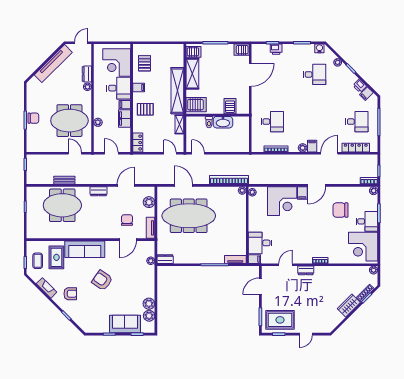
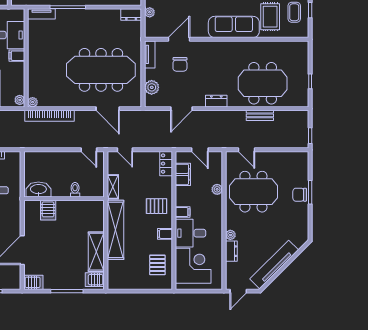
server rack: (196, 105) -> (91, 212), removed
filing cabinet: (125, 119) -> (183, 174), moved
washbasin: (223, 122) -> (38, 190), moved
filing cabinet: (254, 259) -> (17, 56), moved

